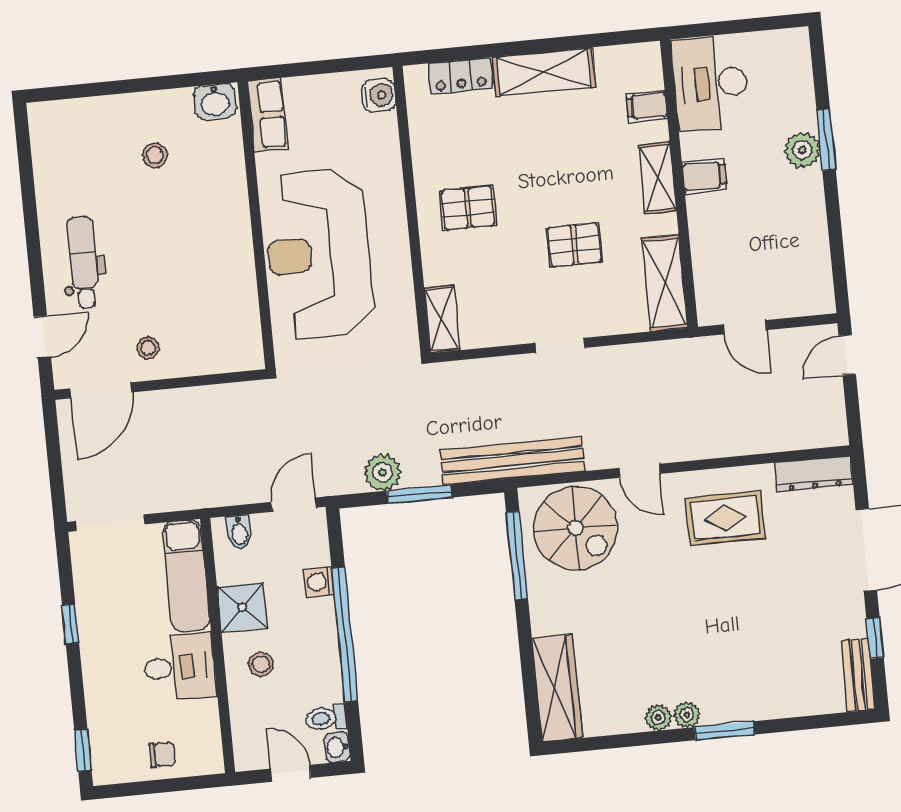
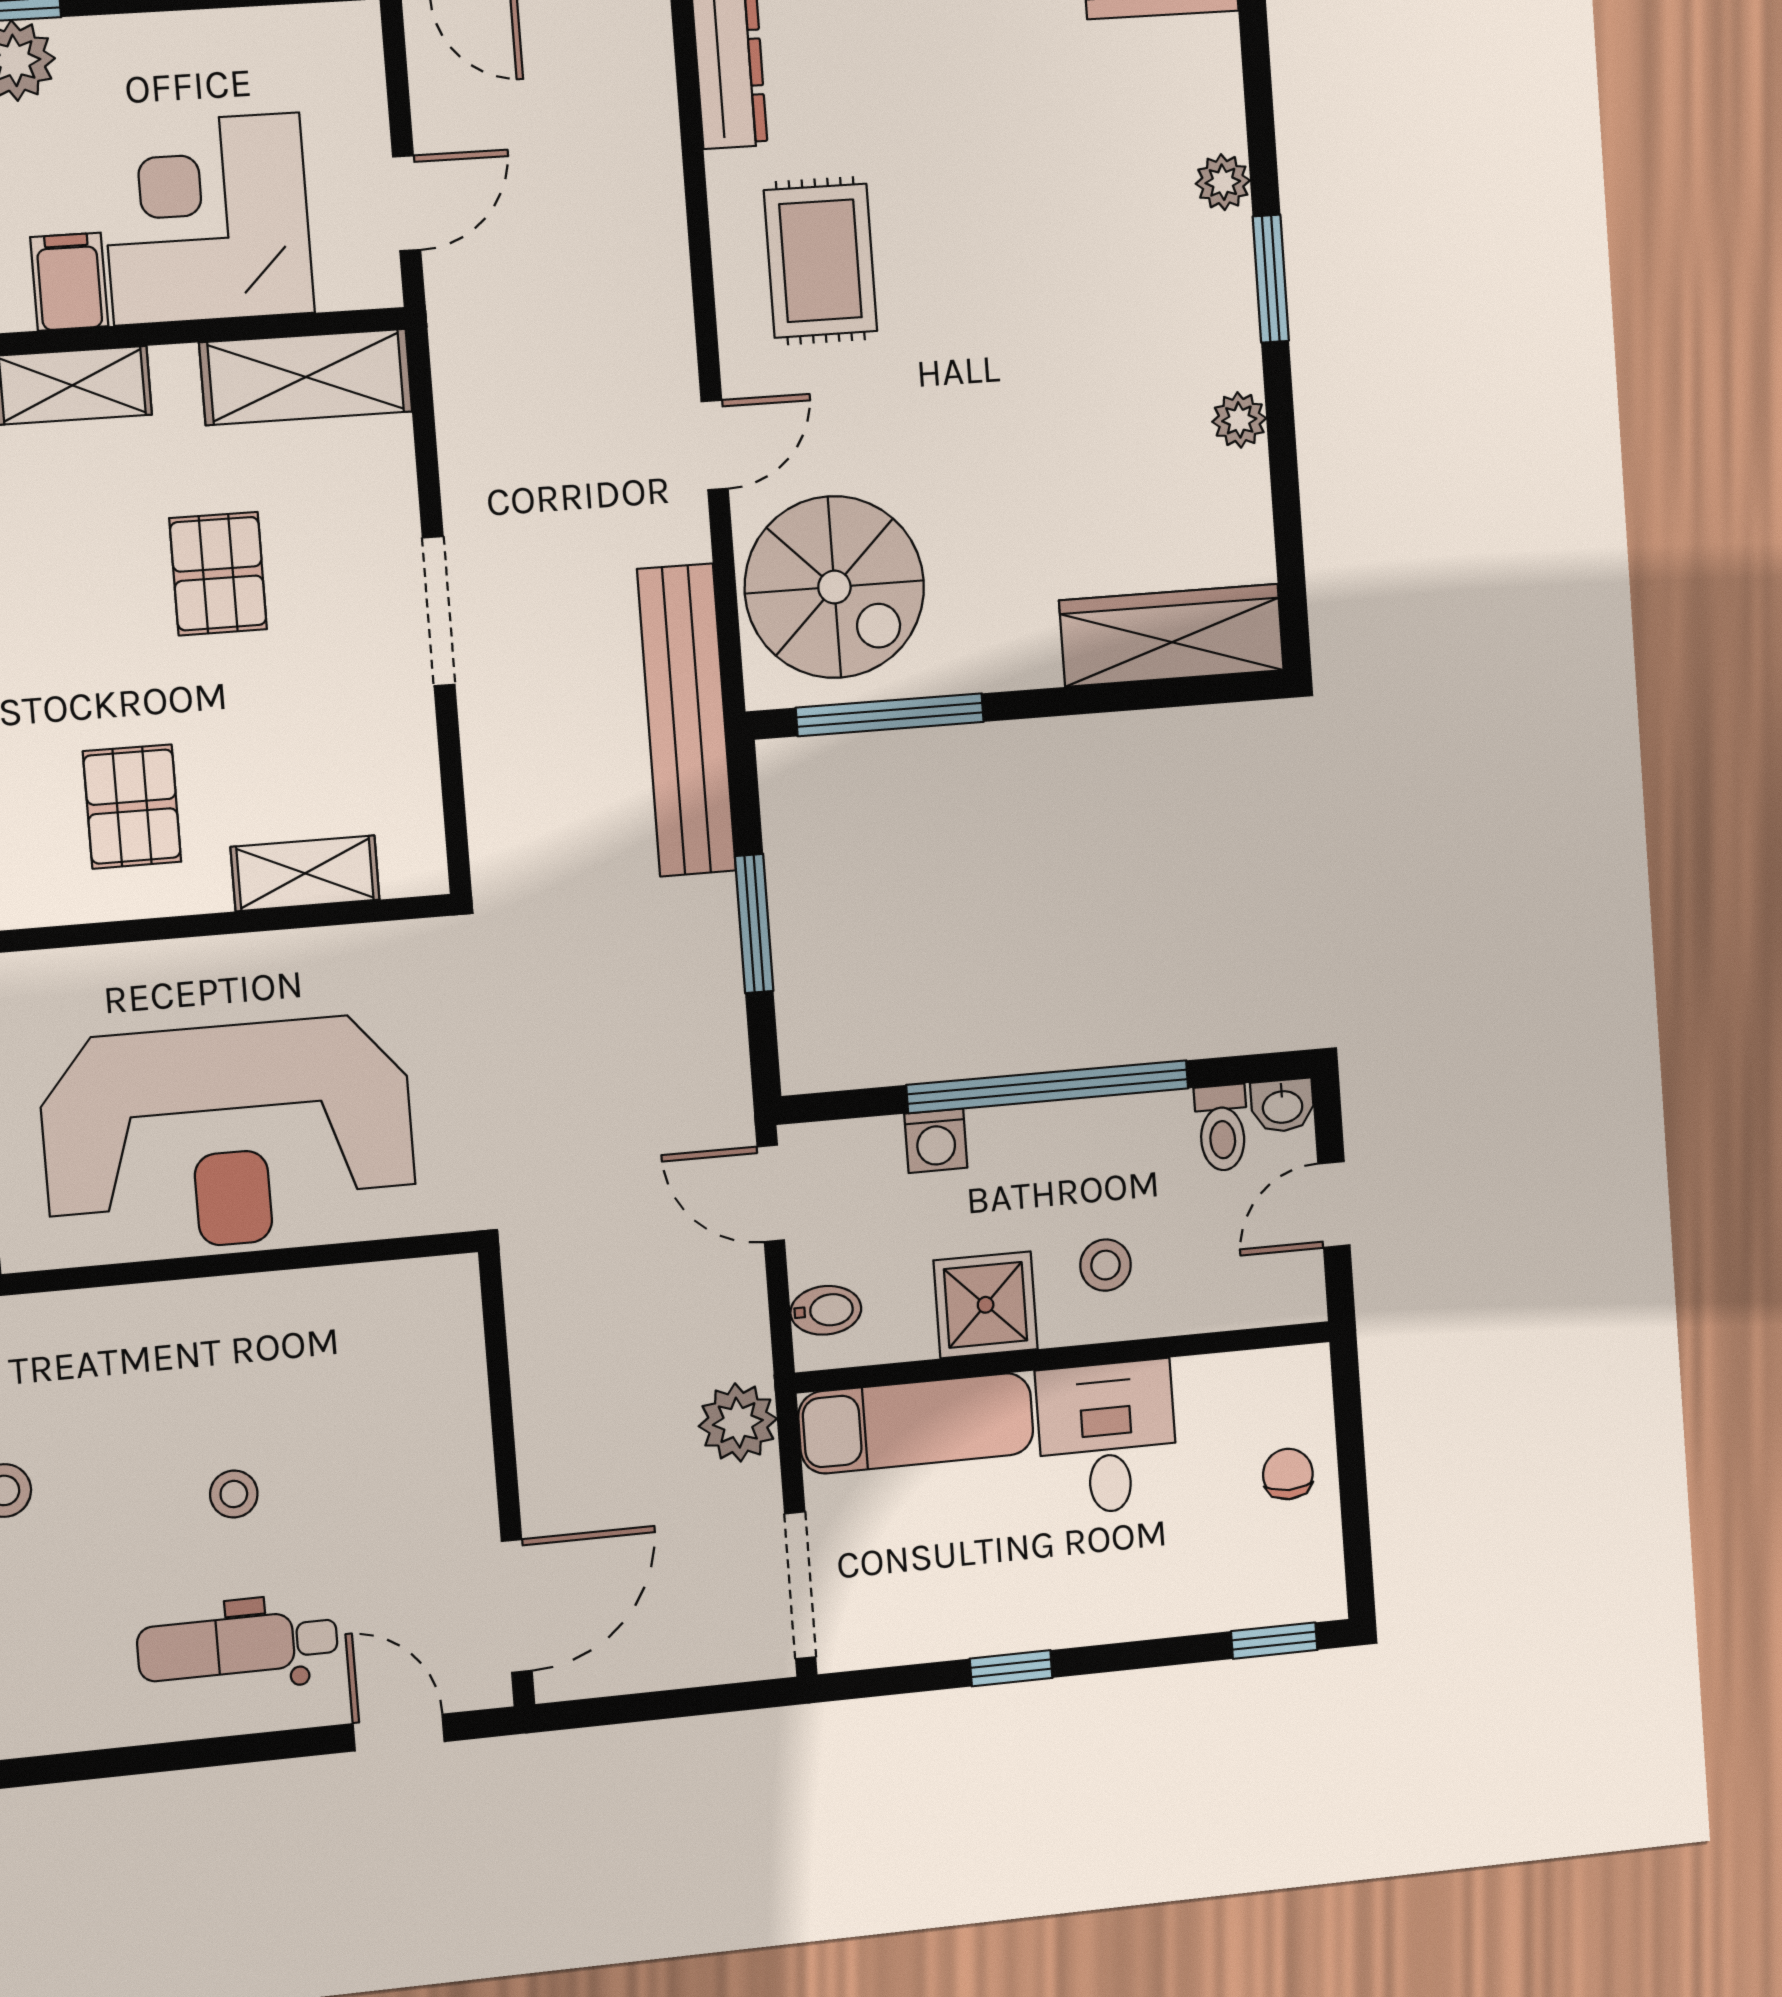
corner desk: (735, 237) -> (207, 219), added
shelving: (442, 319) -> (305, 873), moved
doorway: (560, 345) -> (439, 611), width x1.38
stool: (148, 348) -> (234, 1494), moved
door: (101, 390) -> (517, 1606), hinge flipped
plant: (383, 472) -> (738, 1423), moved
spiral stairs: (575, 528) -> (834, 587), turned 90
plant: (687, 715) -> (1223, 182), moved

